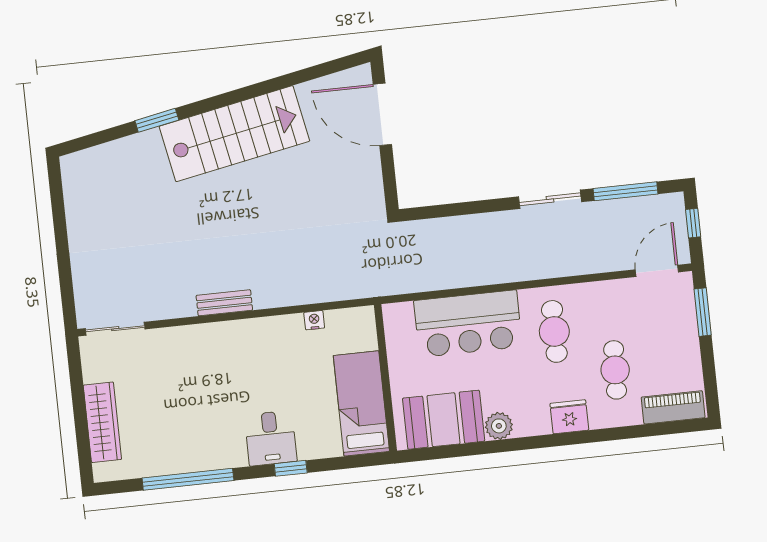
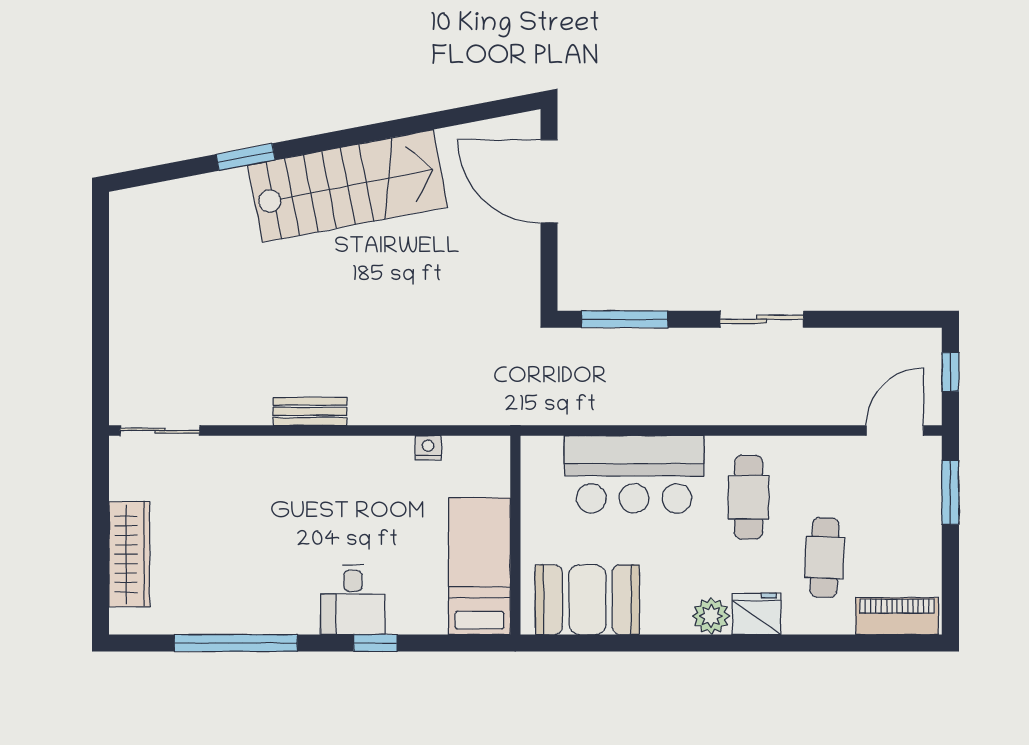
window: (625, 191) -> (625, 319), moved
plant: (499, 426) -> (711, 616), moved

